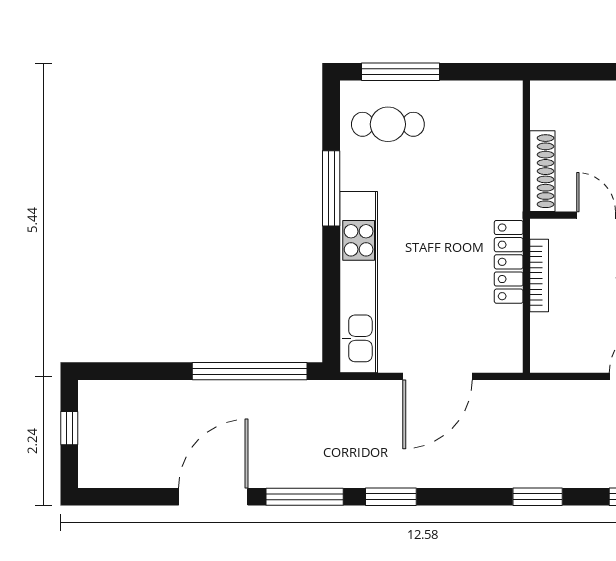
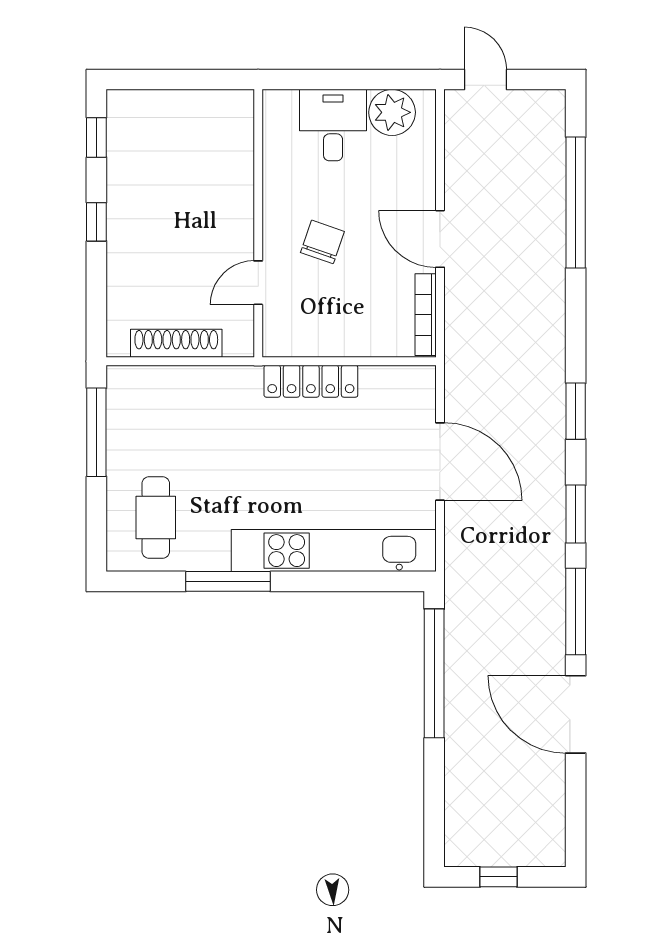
window: (400, 72) -> (96, 432), moved
shoe rack: (542, 171) -> (176, 343), moved
bookcase: (539, 276) -> (426, 315), moved, turned -90
window: (538, 497) -> (576, 411), moved

